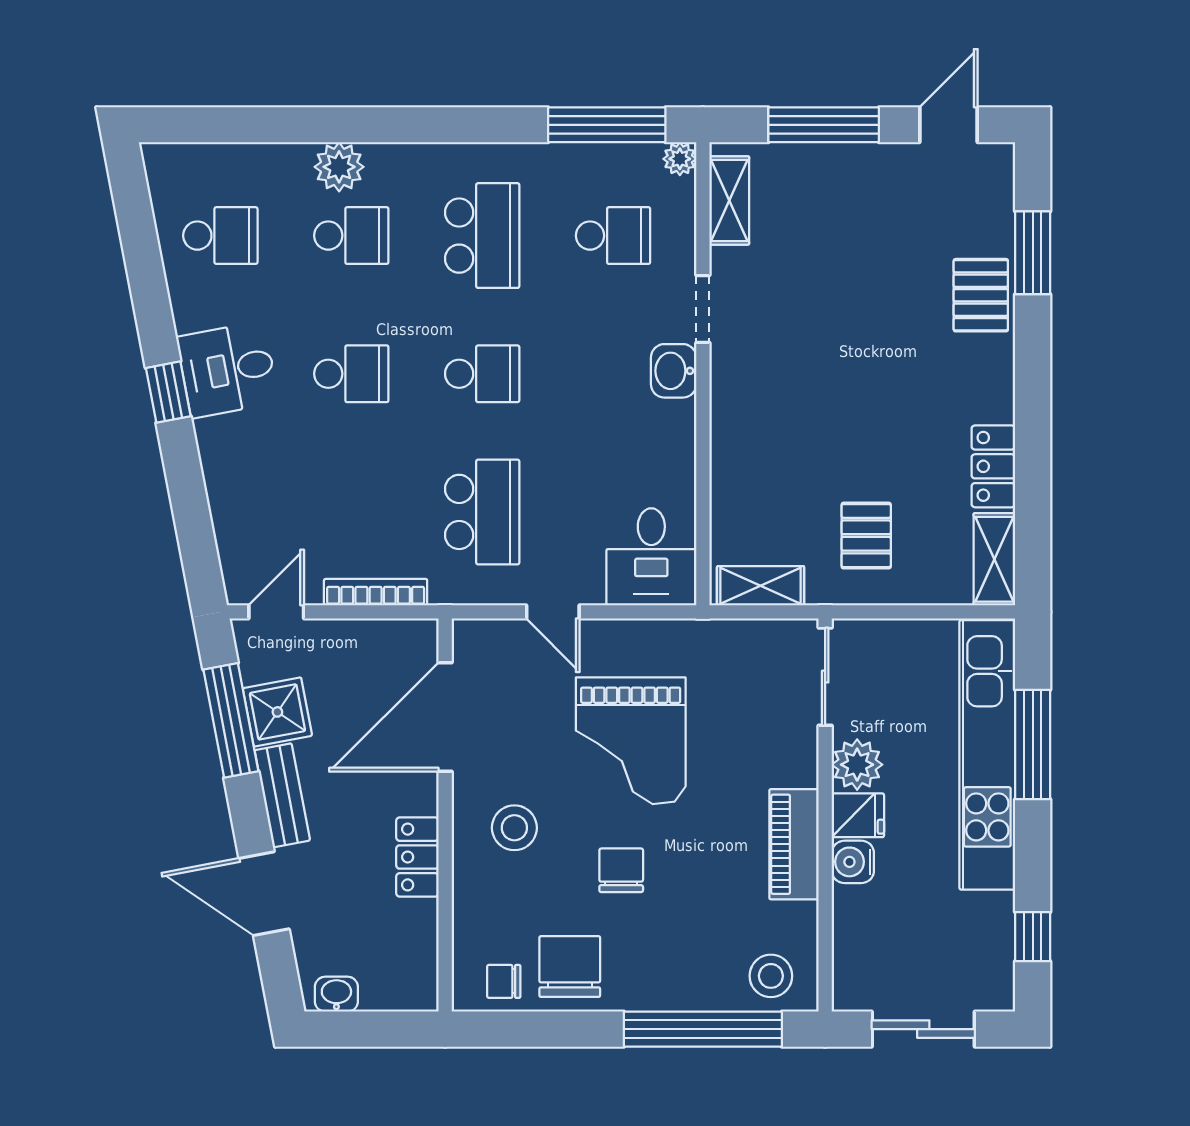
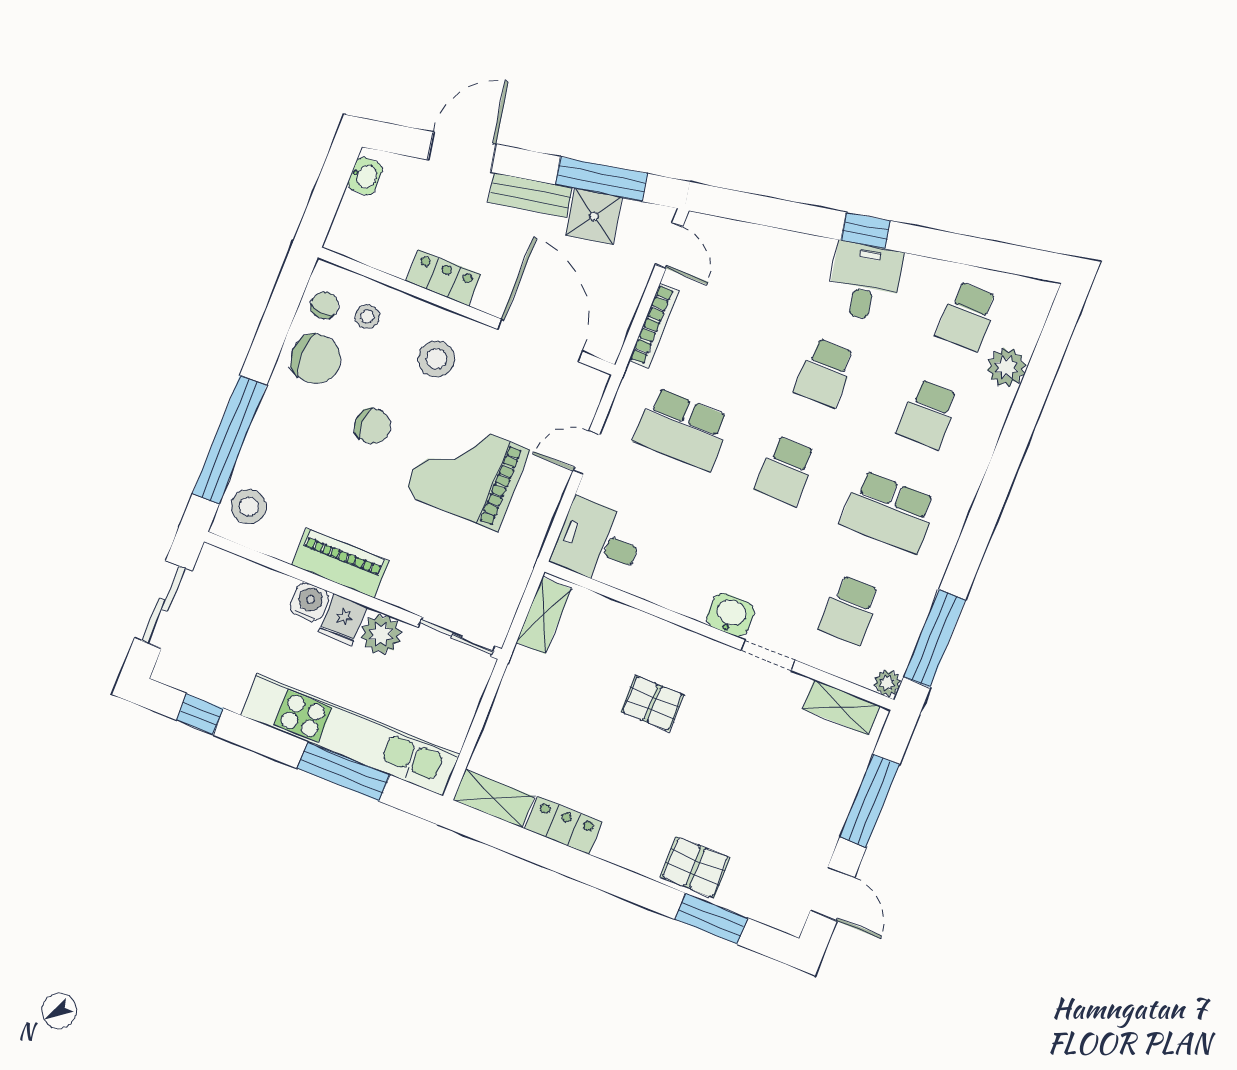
plant: (339, 167) -> (1007, 367), moved
pallet: (866, 536) -> (652, 703), moved
stool: (497, 927) -> (367, 317), added

